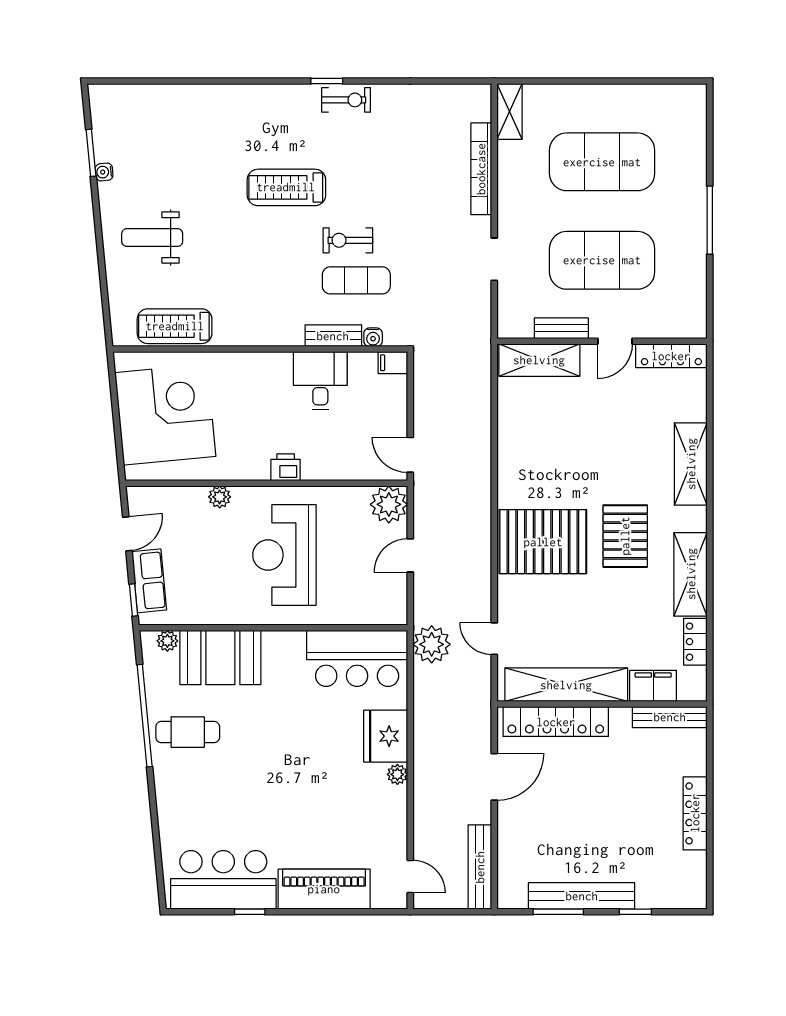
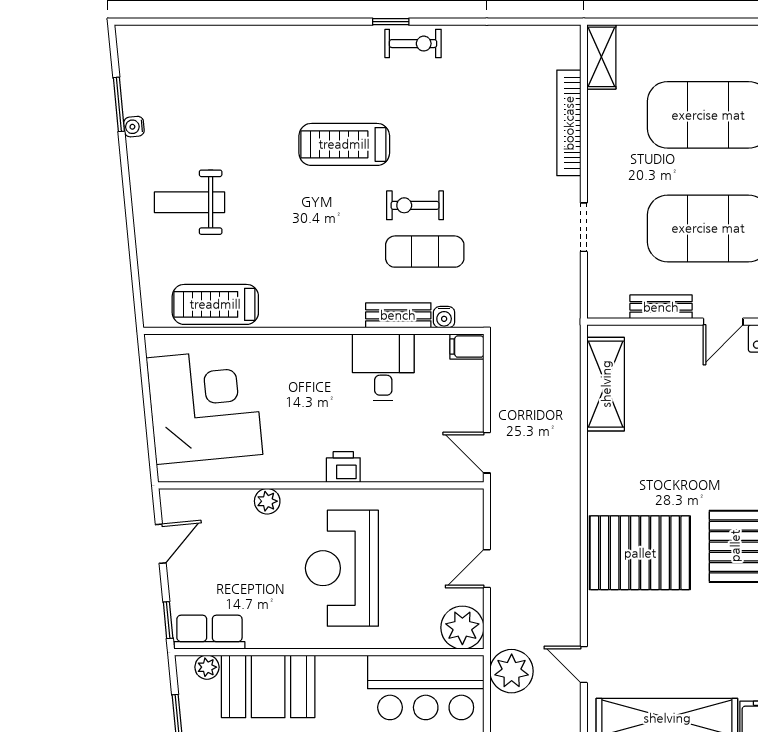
shelving: (539, 360) -> (606, 384), moved, turned 90
plant: (389, 504) -> (462, 628), moved
row of seats: (149, 581) -> (209, 632), moved, turned -85

